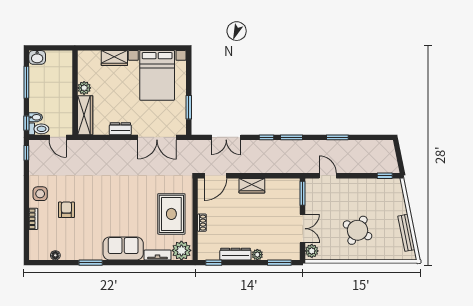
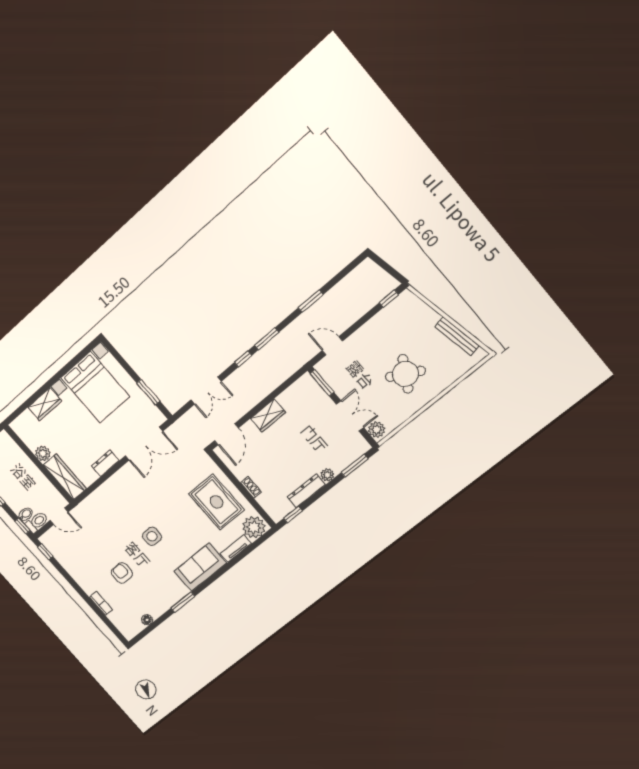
side table: (40, 194) -> (152, 536), moved

